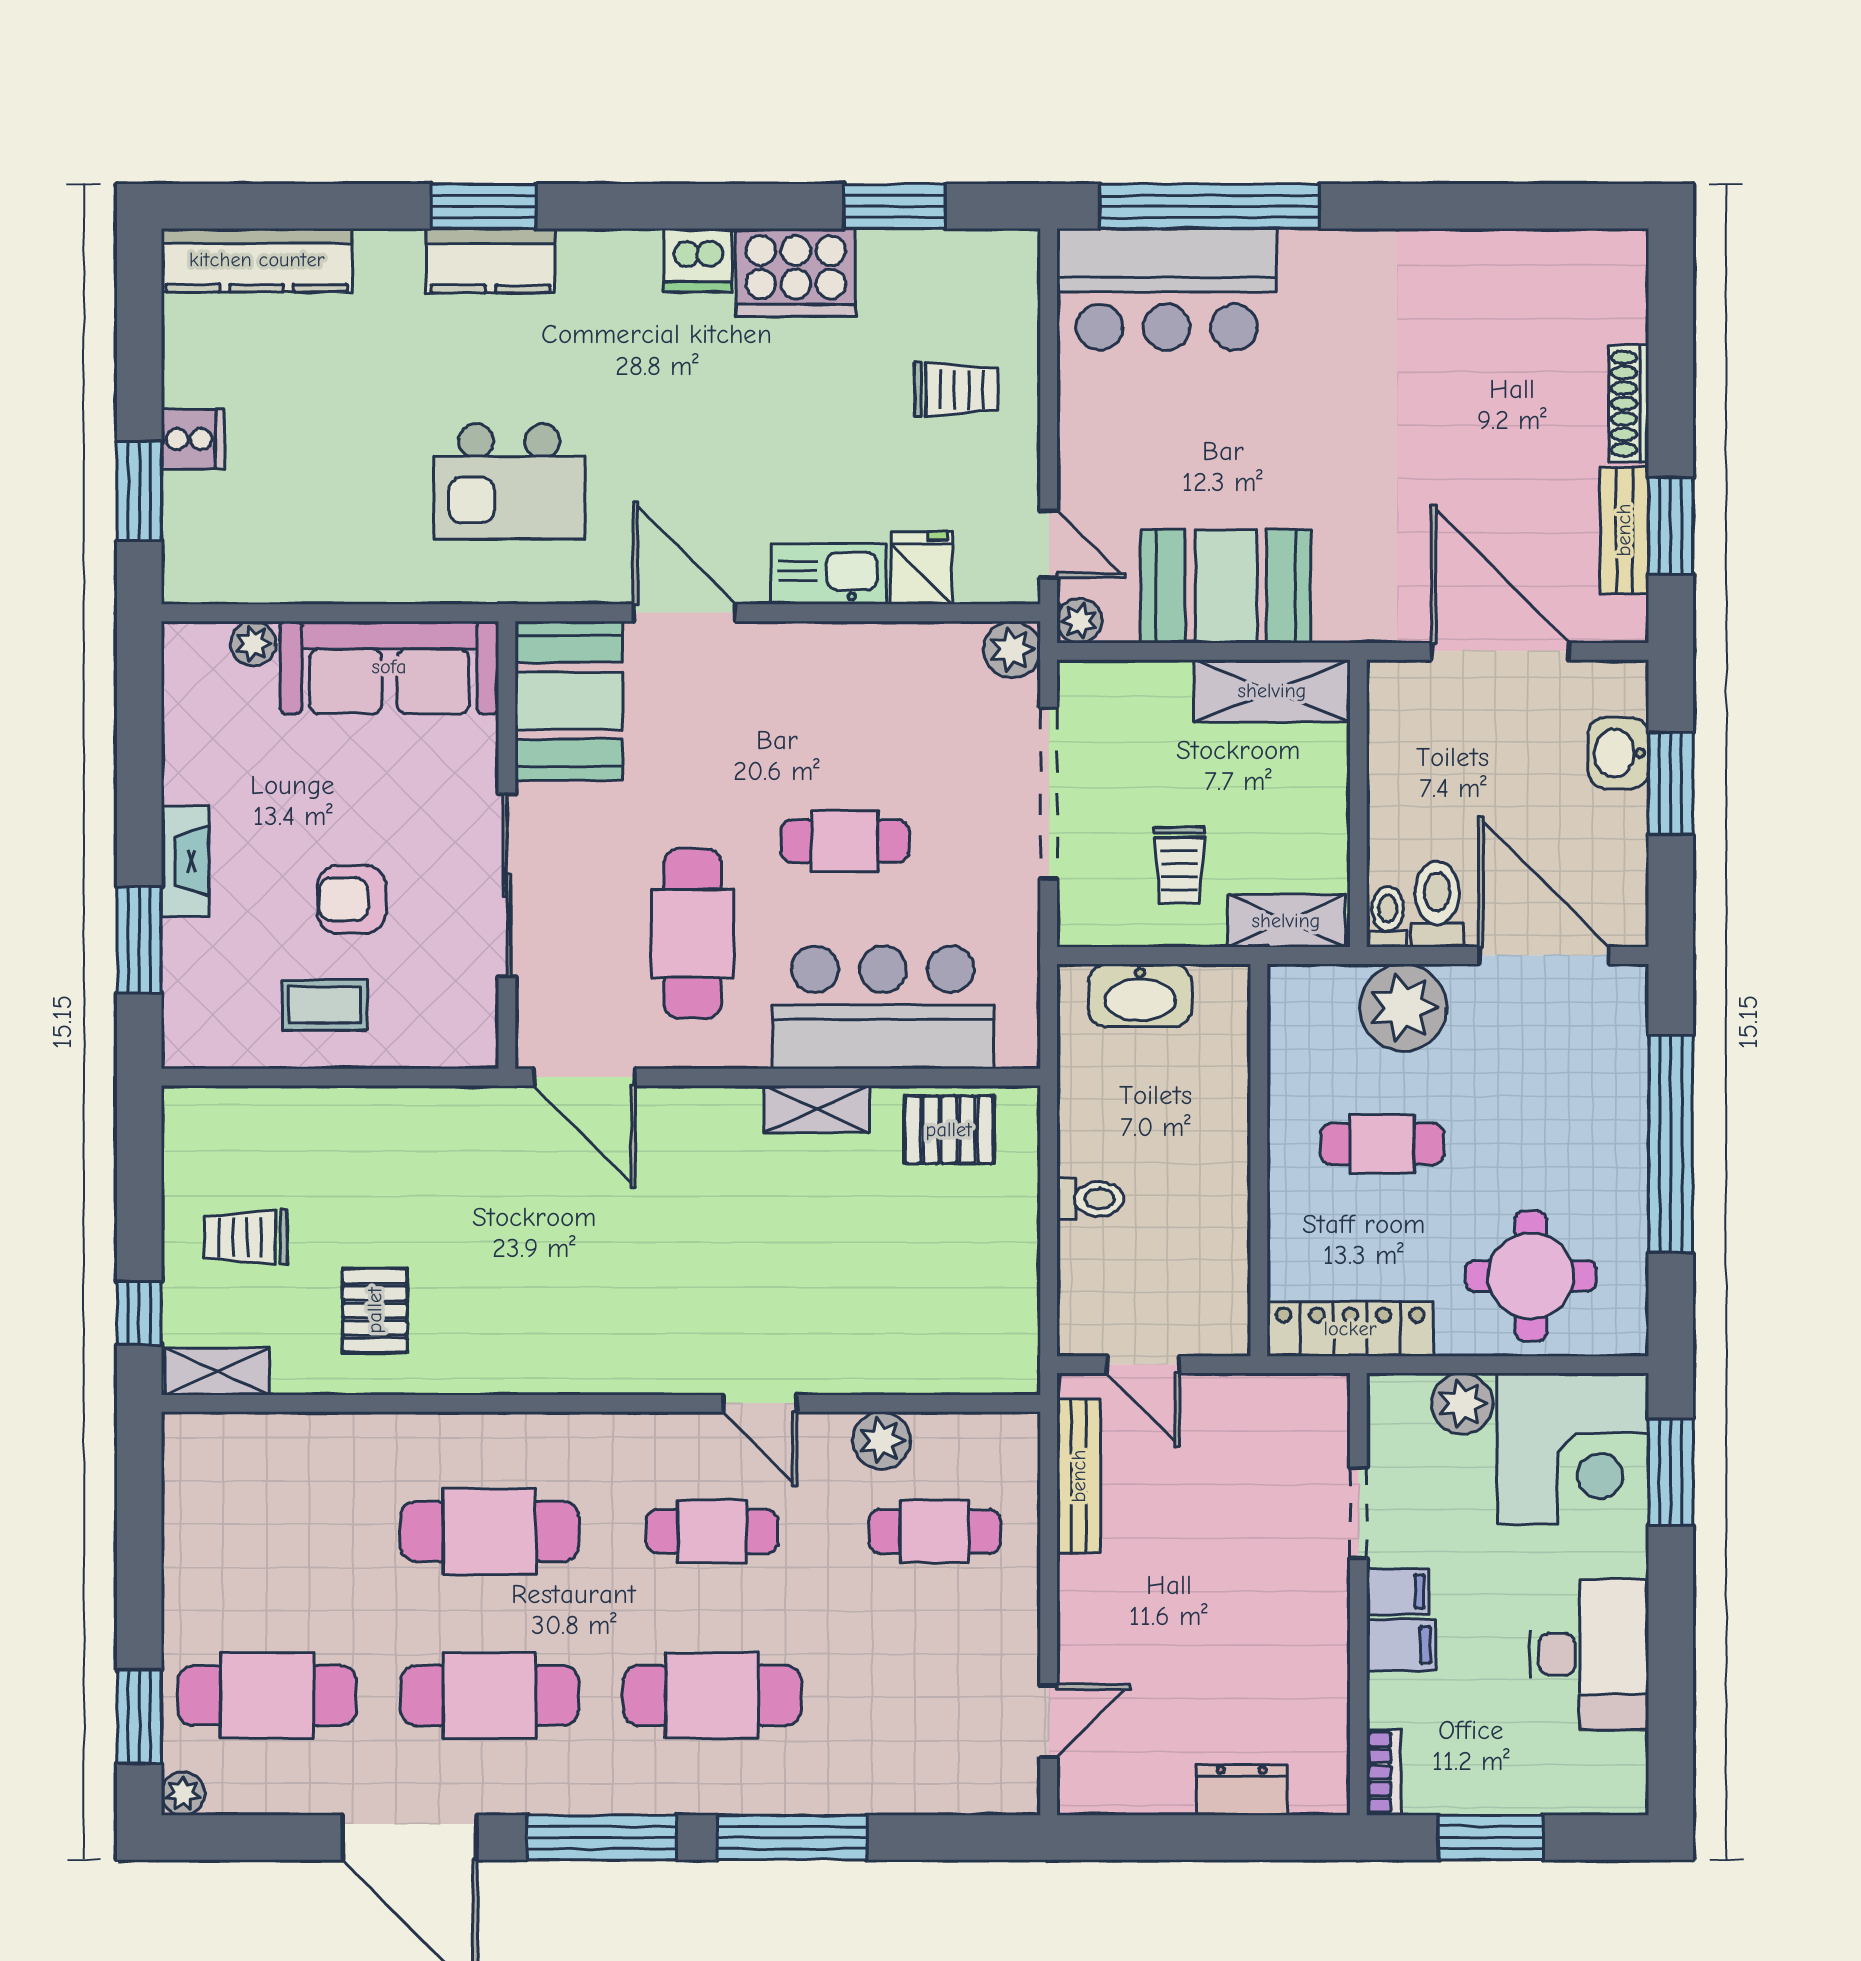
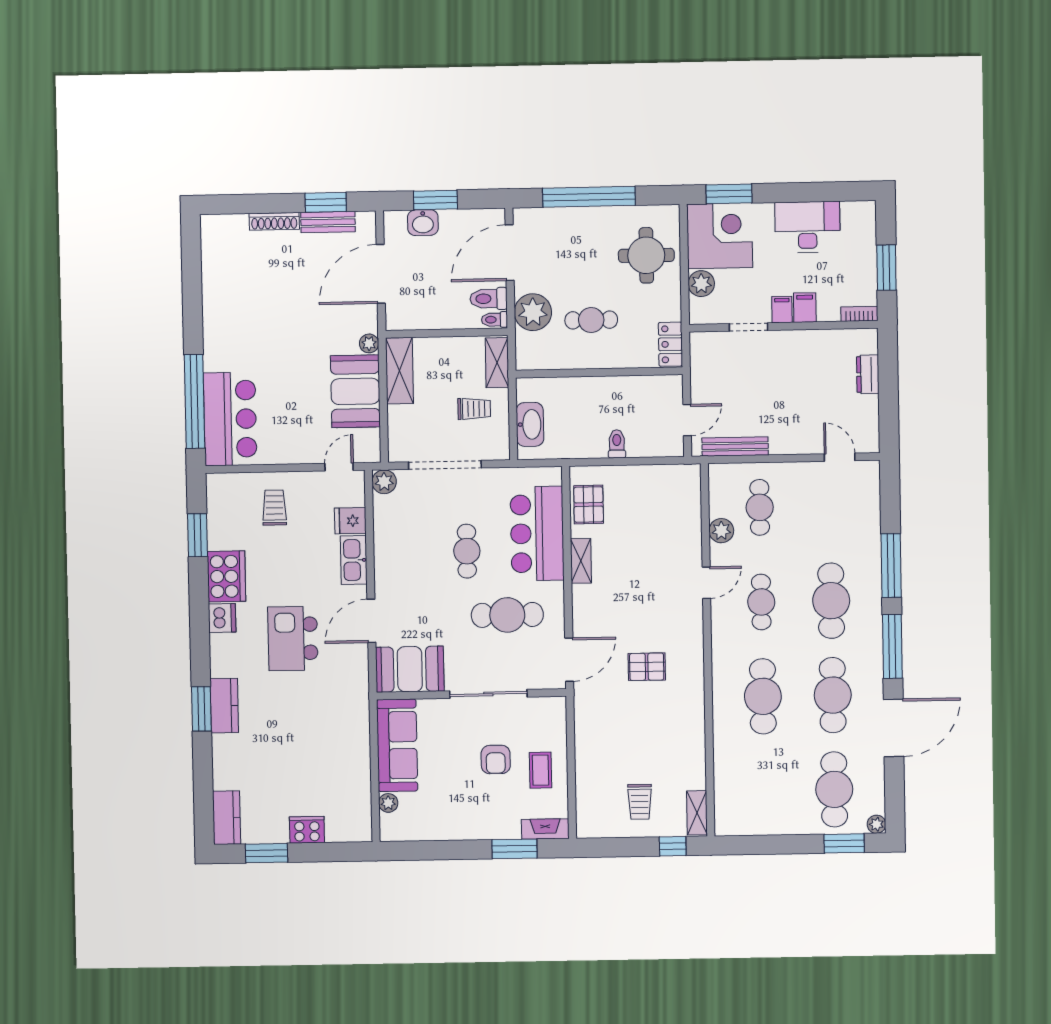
kitchen counter: (257, 260) -> (227, 818), width x0.67
cooker: (193, 439) -> (307, 830), width x1.36
kitchen island: (509, 482) -> (293, 639), moved, turned 180
window: (139, 491) -> (267, 853), moved
plant: (1079, 621) -> (369, 343), moved
fireplace: (185, 861) -> (545, 829), moved
cafe table: (1382, 1144) -> (591, 320), turned 90
pallet: (375, 1310) -> (647, 667), moved
locker: (1350, 1329) -> (670, 344), width x0.66

